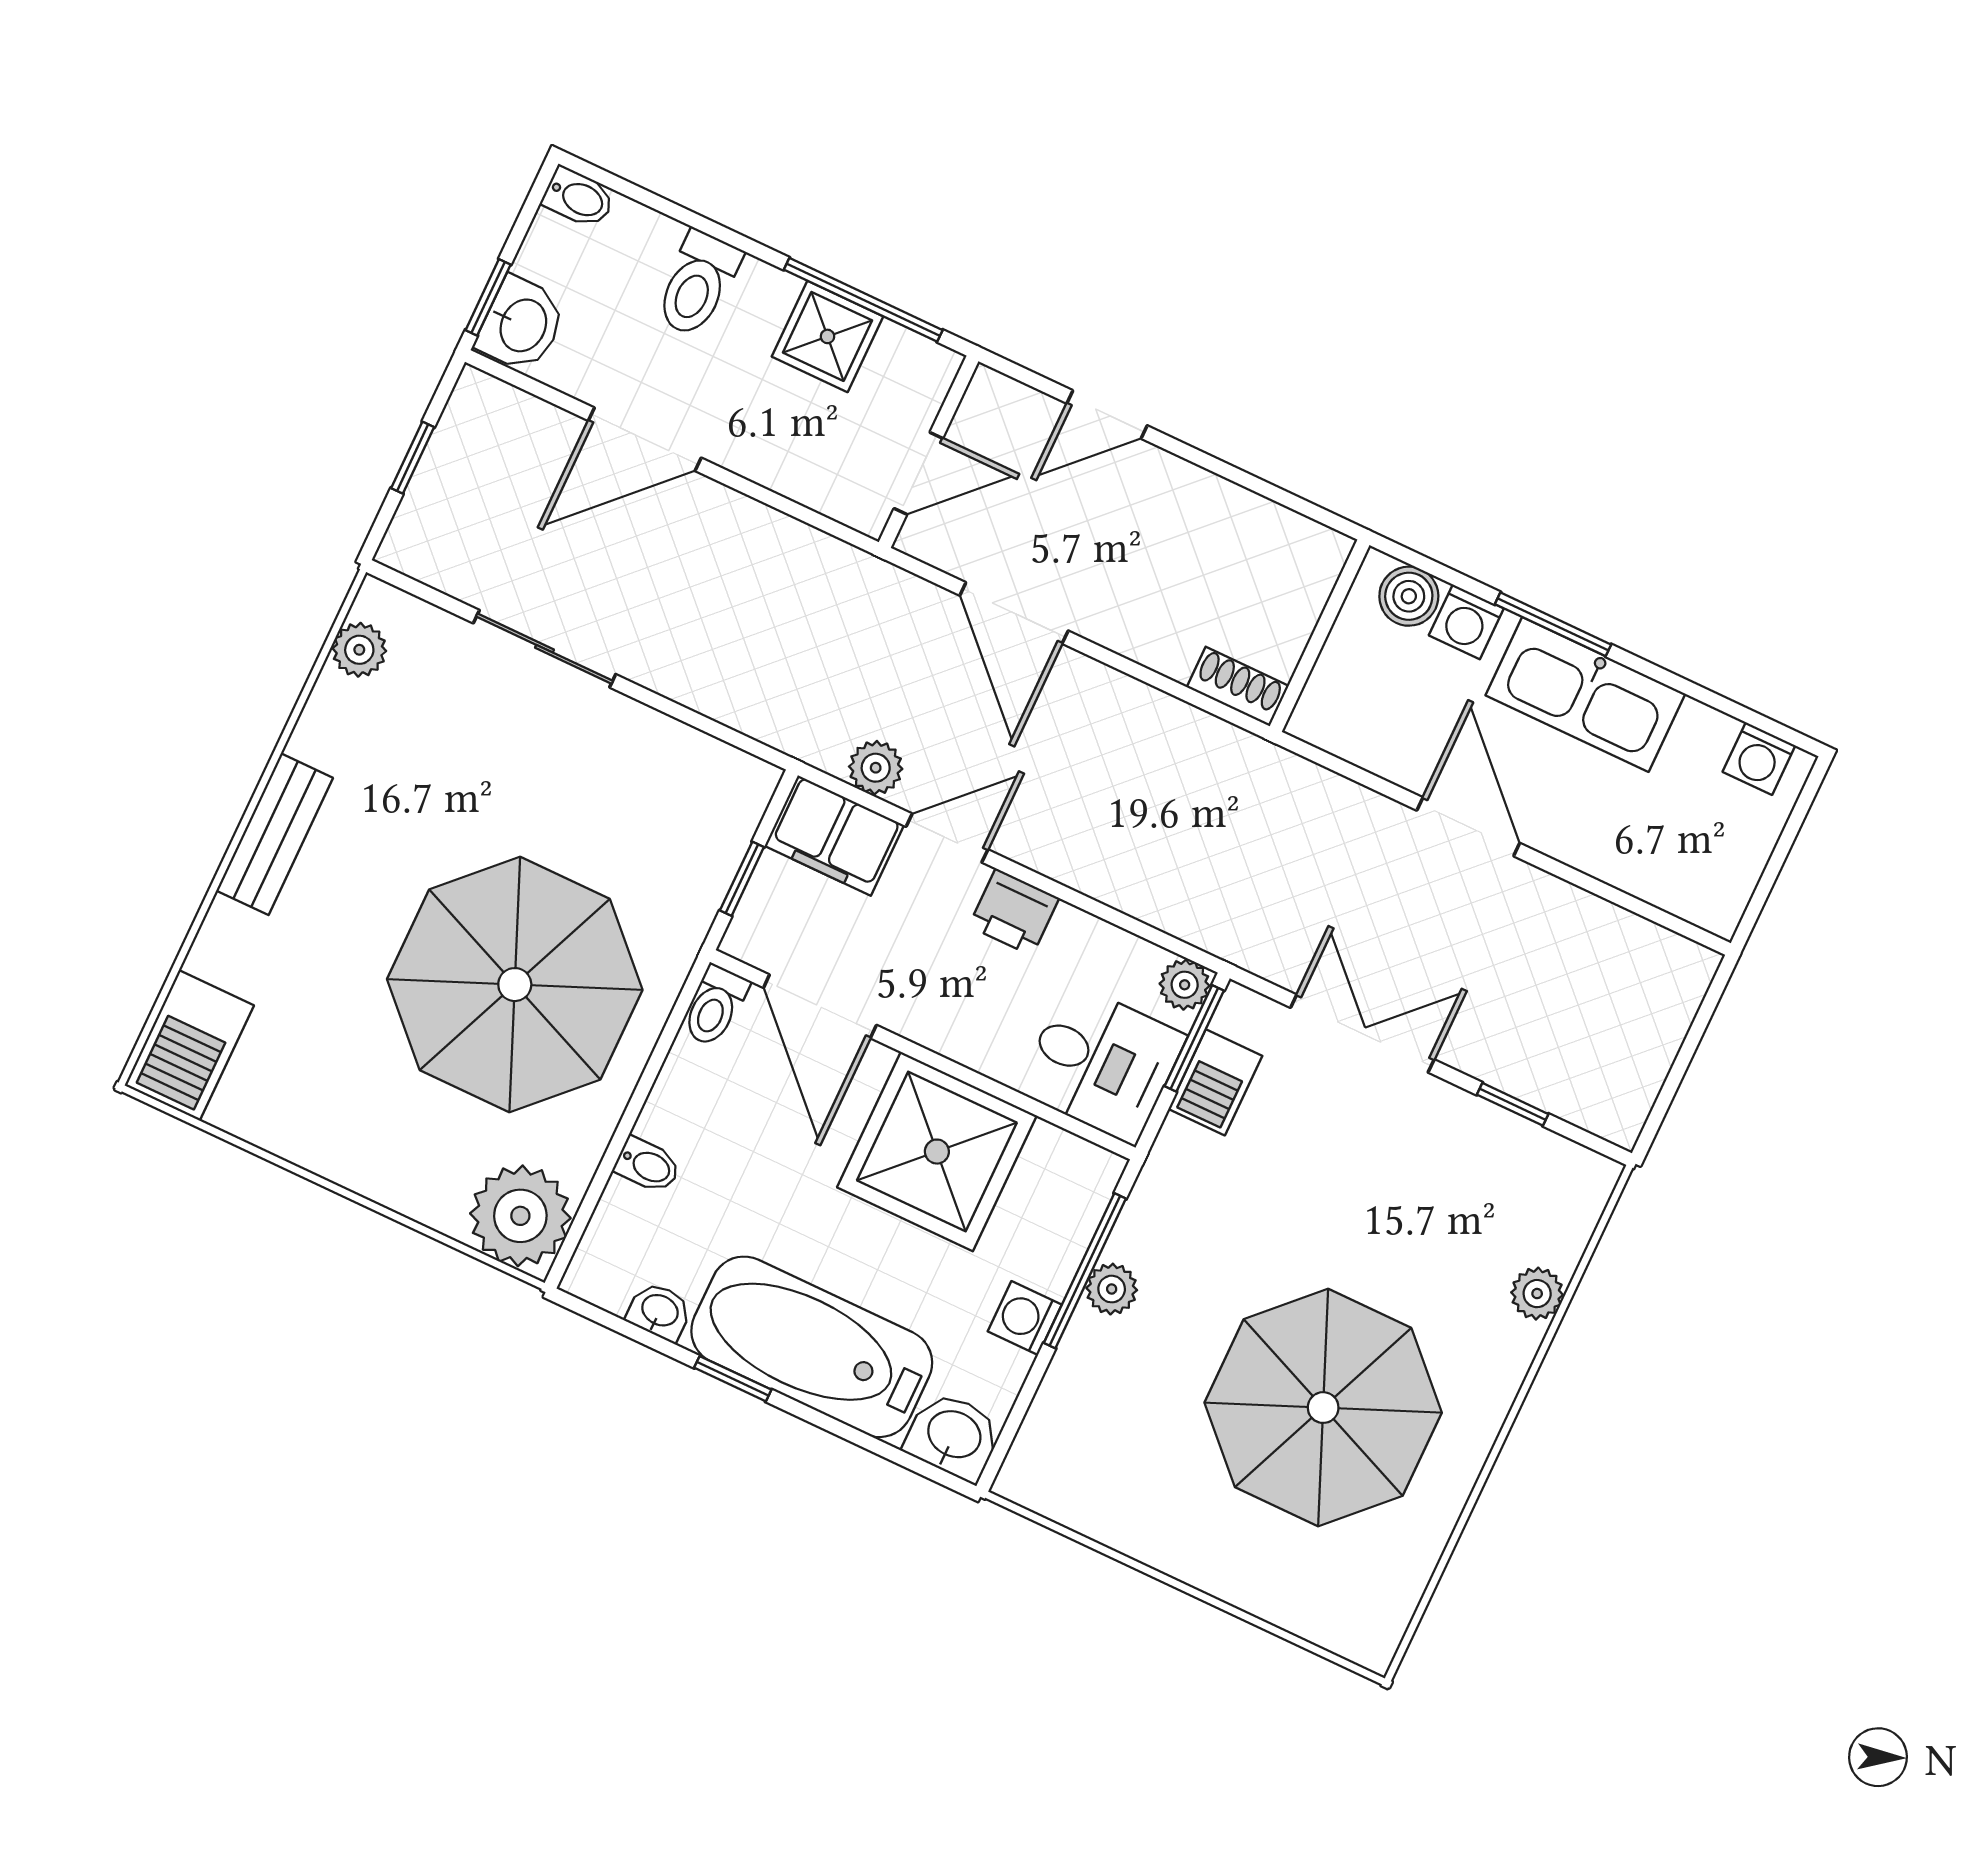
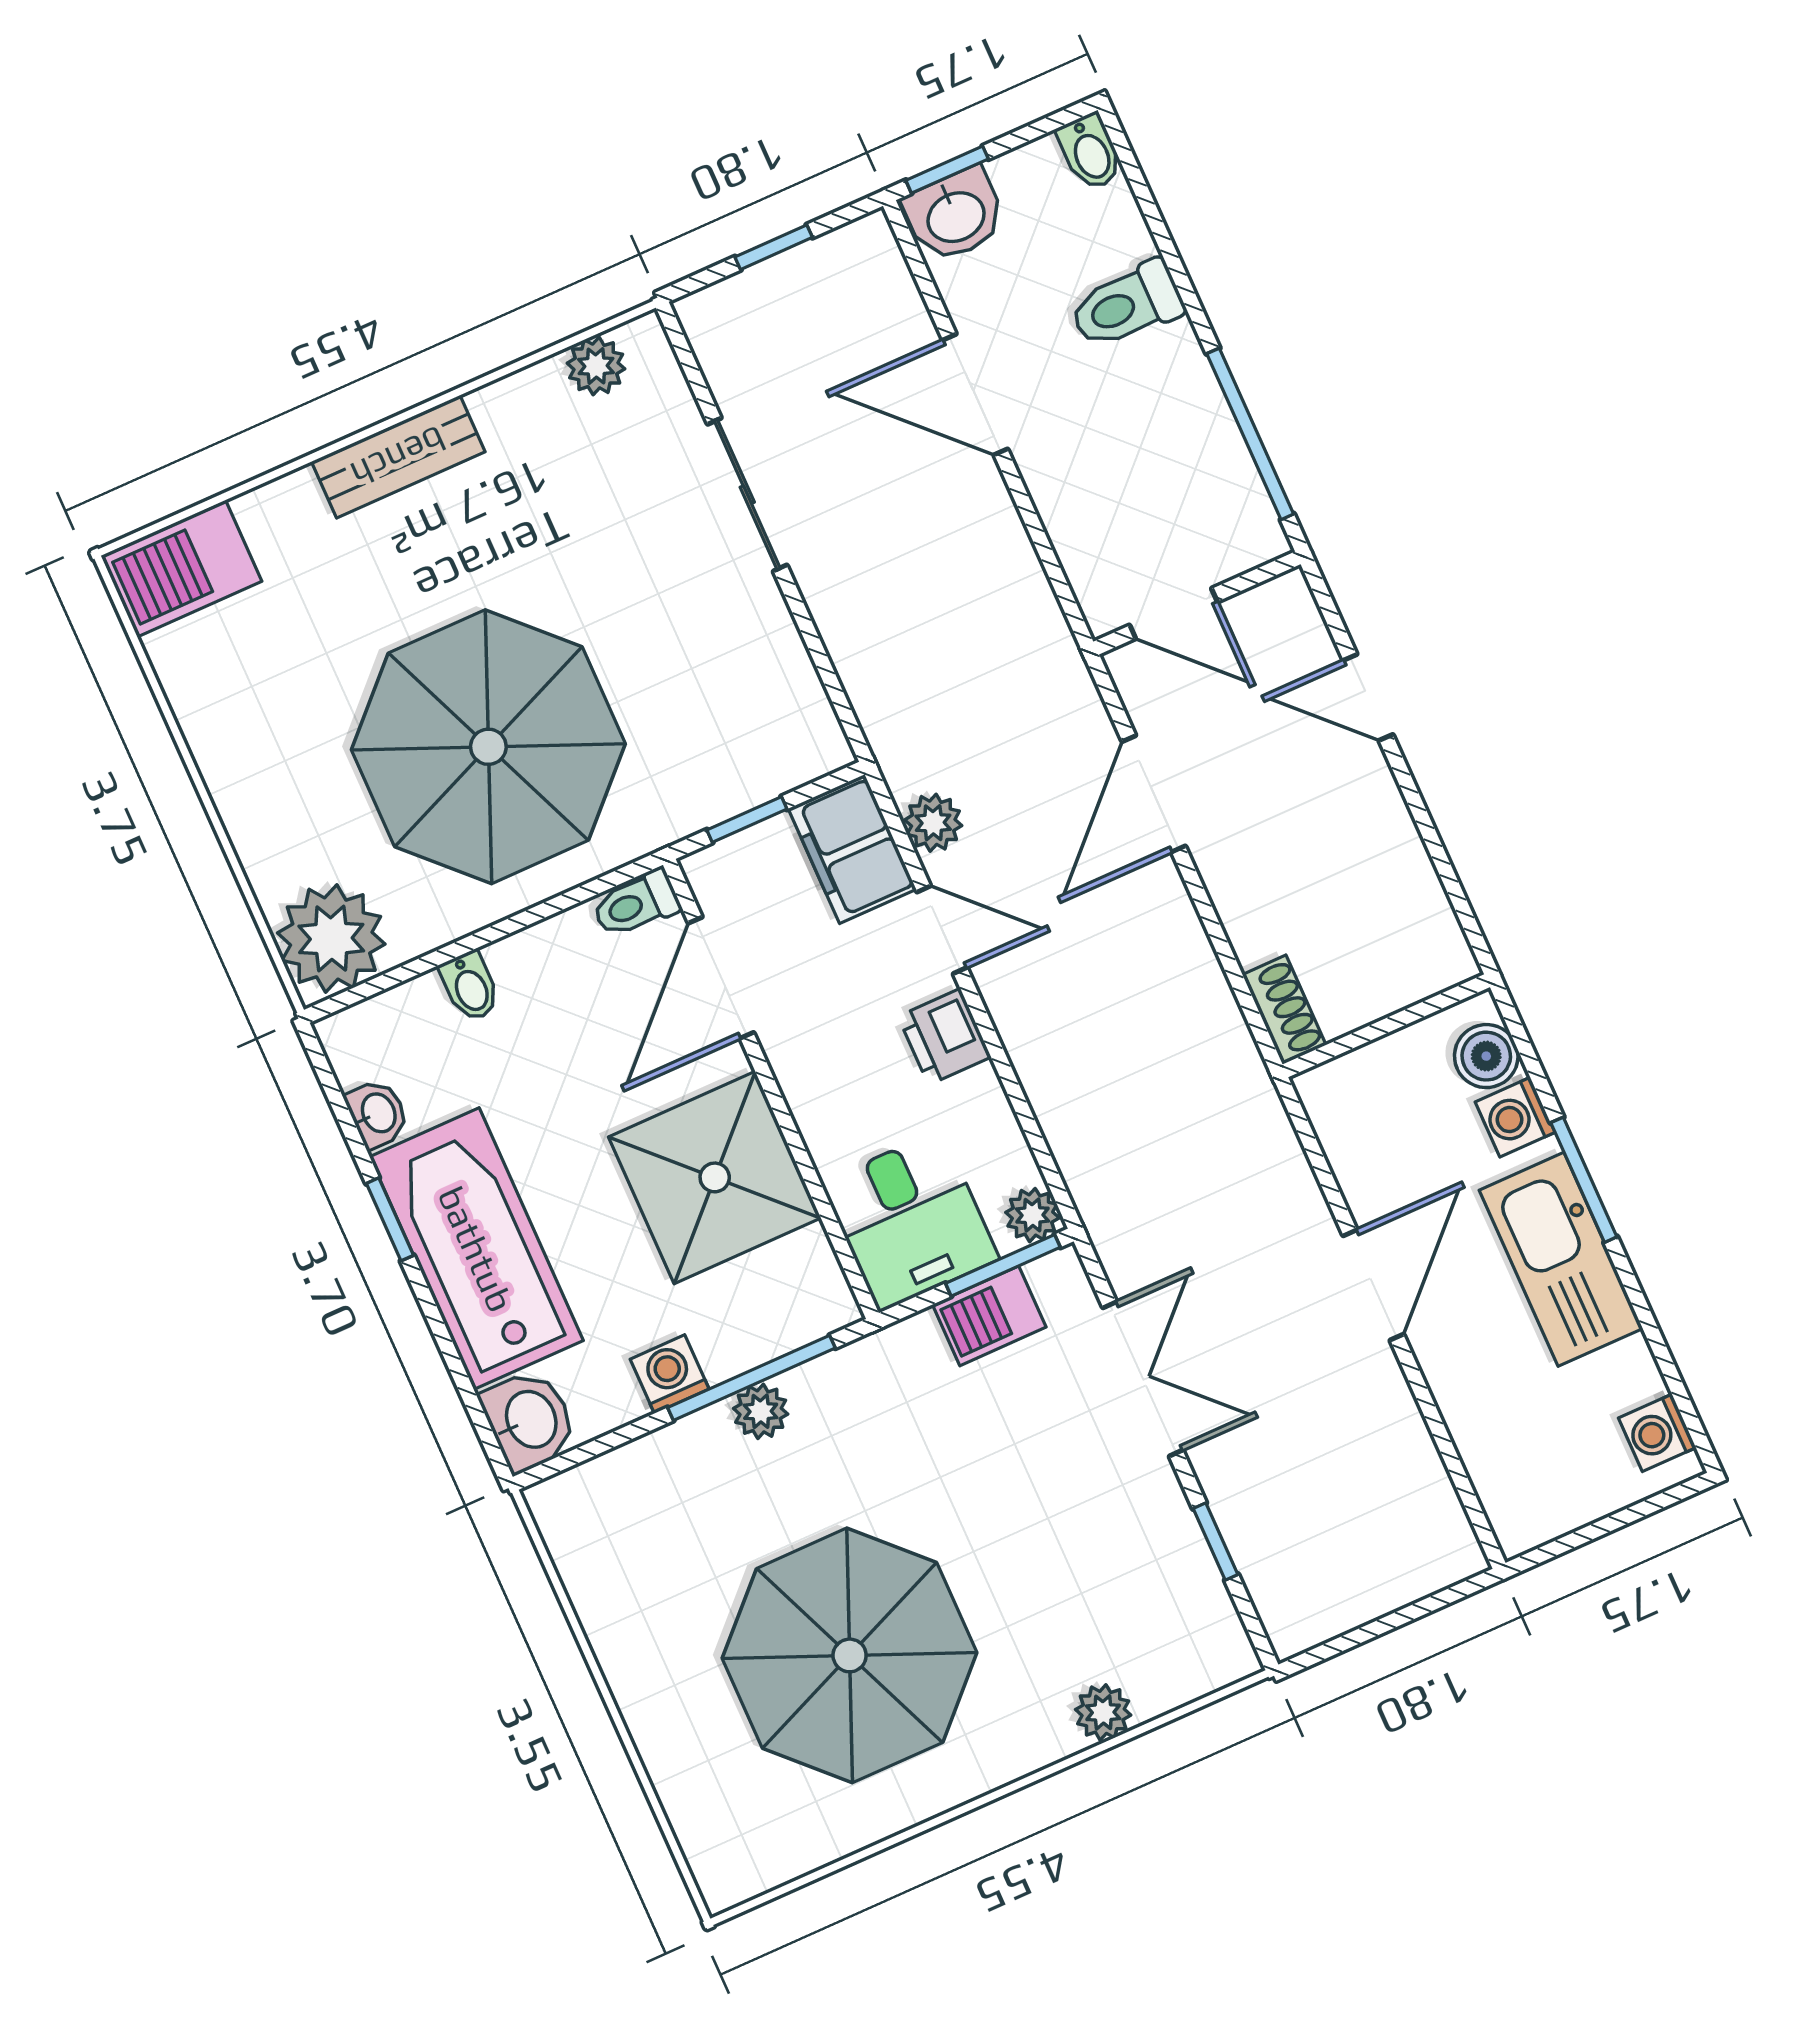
shower: (827, 336) -> (1195, 439), removed

